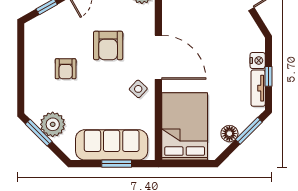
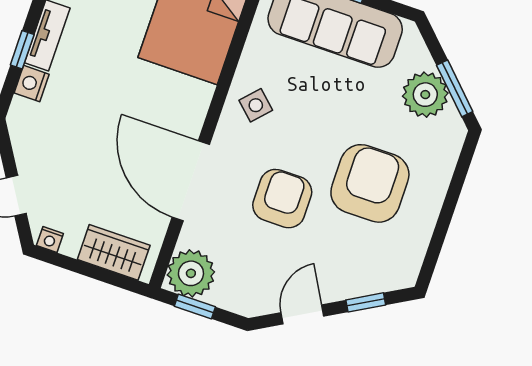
door: (158, 57) -> (191, 181), moved
armchair: (66, 69) -> (370, 183), width x1.88, depth x1.88

